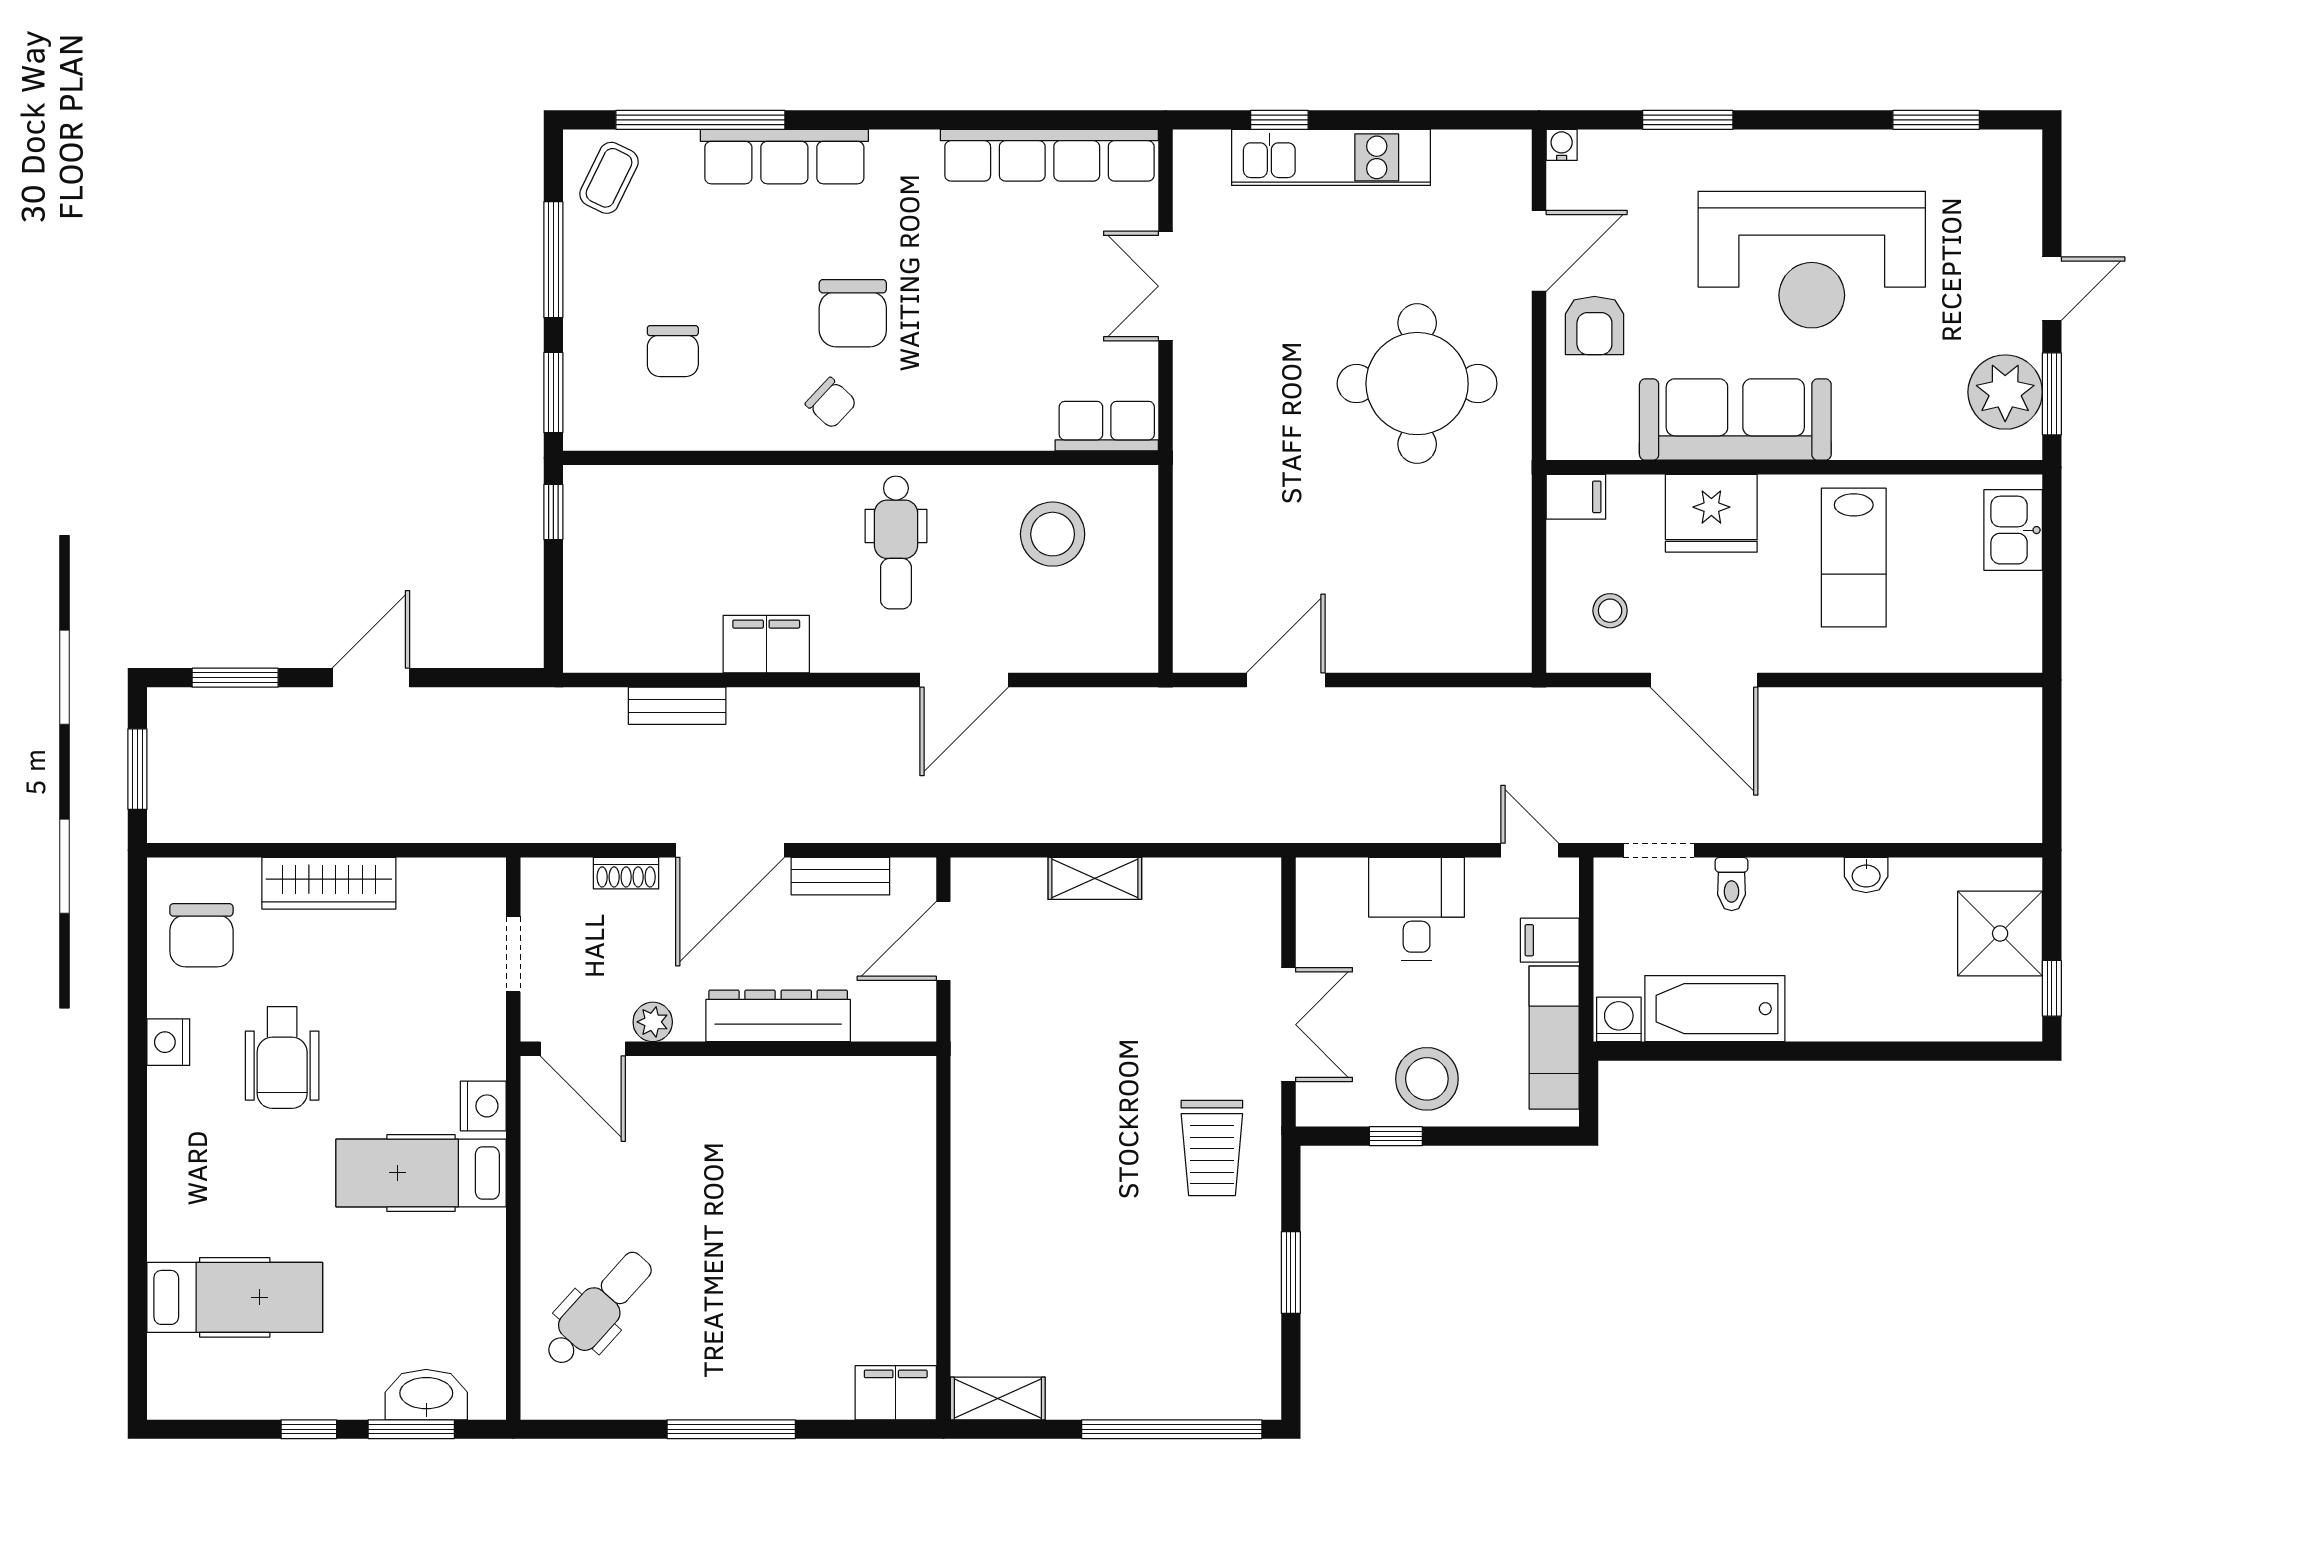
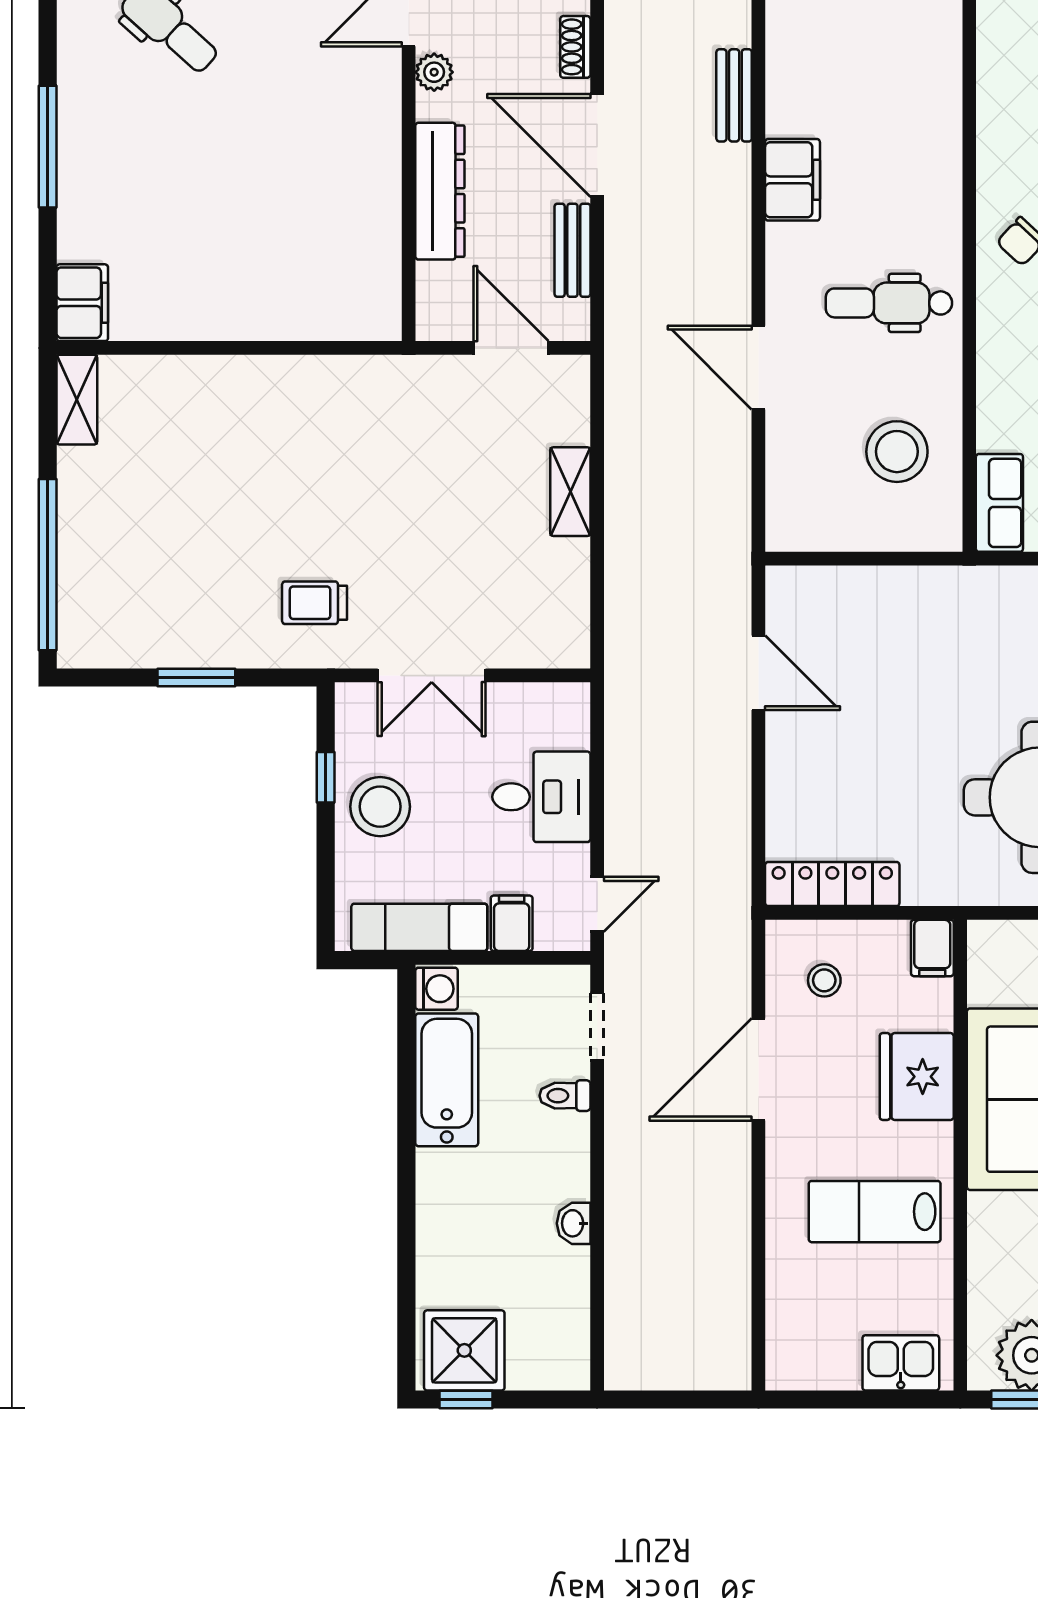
locker: (1508, 602) -> (832, 884), added
shower: (2000, 933) -> (464, 1350), moved
trolley: (1212, 1148) -> (315, 603), width x0.73, depth x0.72

